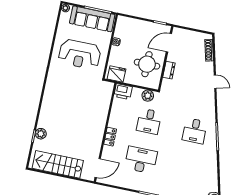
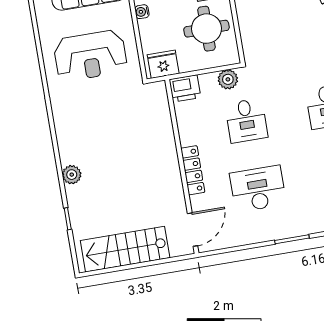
dresser: (169, 70) -> (246, 24), removed
plant: (41, 134) -> (72, 175), moved
locker: (110, 137) -> (193, 170), width x1.53

